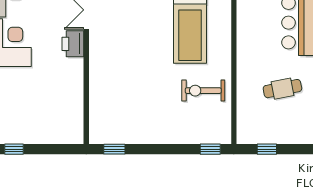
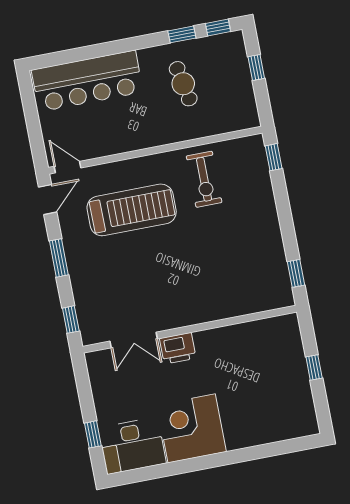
window: (14, 149) -> (314, 367), moved
window: (267, 149) -> (256, 68), moved

